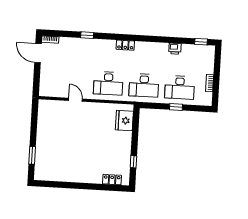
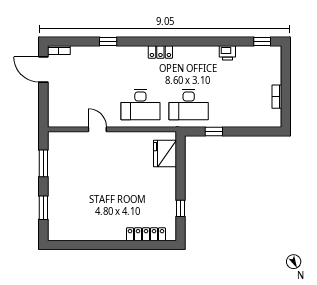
desk: (180, 87) -> (237, 105), removed
window: (176, 107) -> (214, 131), moved
window: (34, 123) -> (43, 163), added
locker: (112, 180) -> (146, 234), width x1.53

